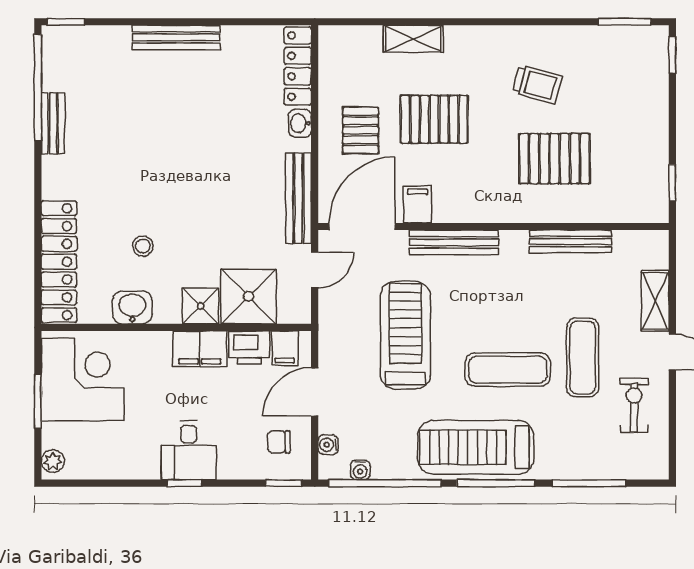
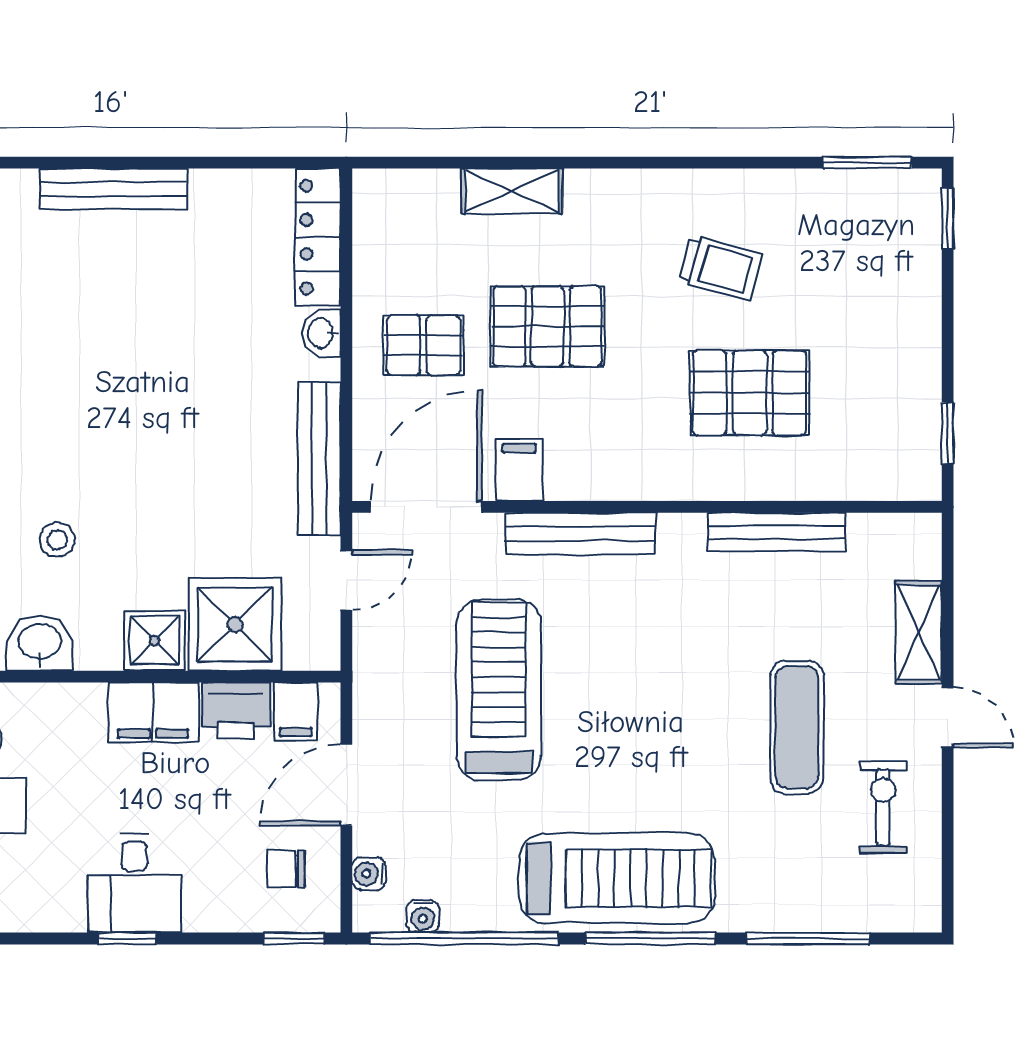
pallet: (361, 130) -> (423, 345), turned 90
exercise mat: (508, 370) -> (671, 747), removed
treadmill: (476, 447) -> (617, 878), turned 180

